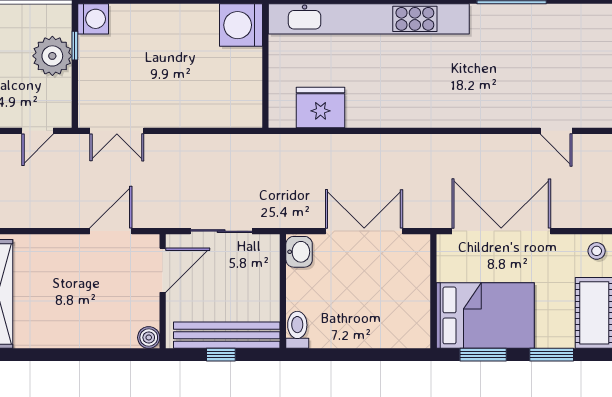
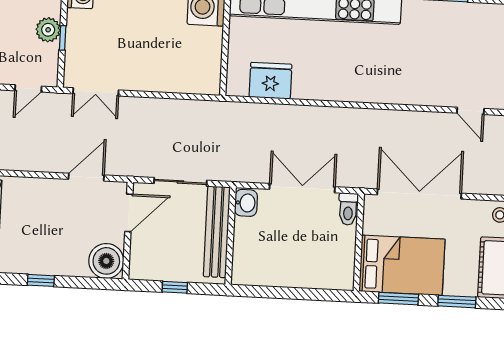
window: (75, 46) -> (63, 38), moved
plant: (52, 56) -> (48, 30), width x0.73, depth x0.73
toilet: (297, 330) -> (348, 209), moved, turned 180
bench: (227, 335) -> (217, 232), moved, turned 90
boiler: (149, 337) -> (106, 261), width x1.86, depth x1.86
window: (64, 355) -> (41, 280), added

